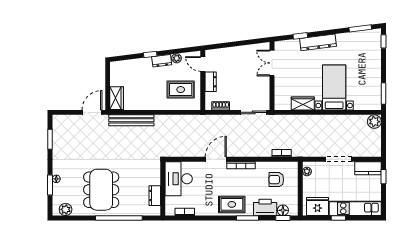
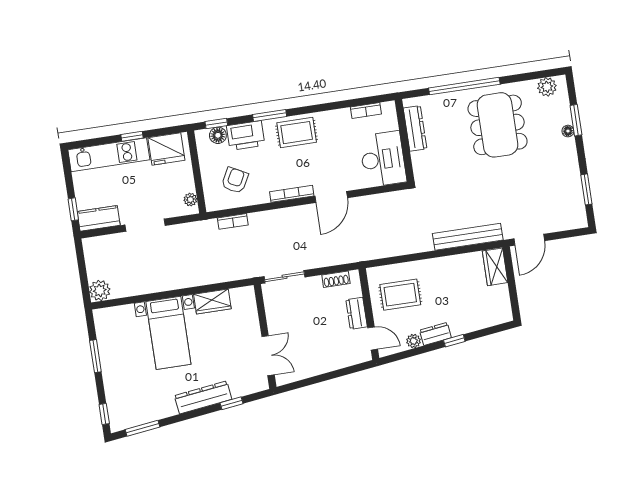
window: (384, 93) -> (95, 356), moved
armchair: (276, 180) -> (235, 180), turned -62
dresser: (155, 196) -> (415, 128), width x1.44

